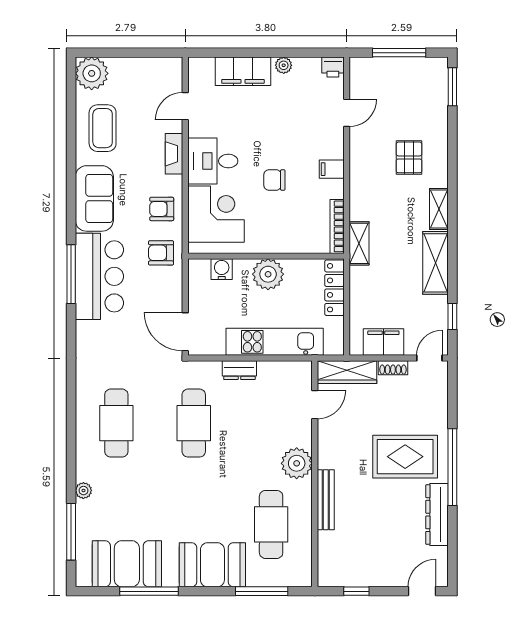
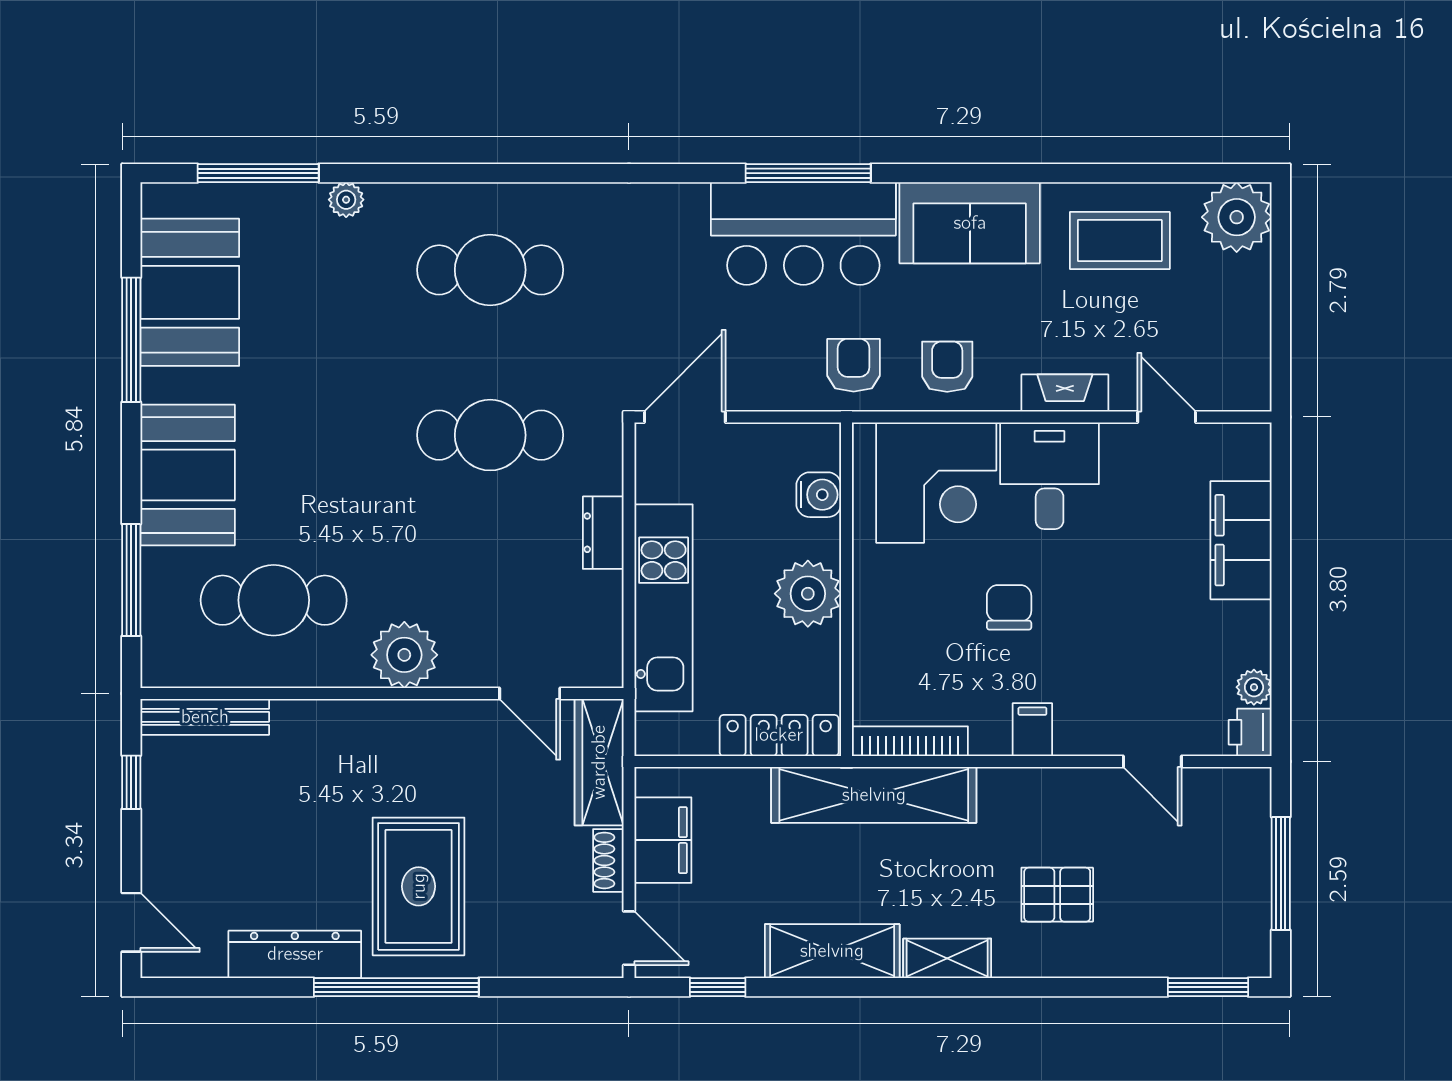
plant: (284, 65) -> (1254, 687), moved
shelving: (359, 243) -> (874, 795), width x2.20, depth x1.33
bench: (326, 500) -> (205, 717), moved

